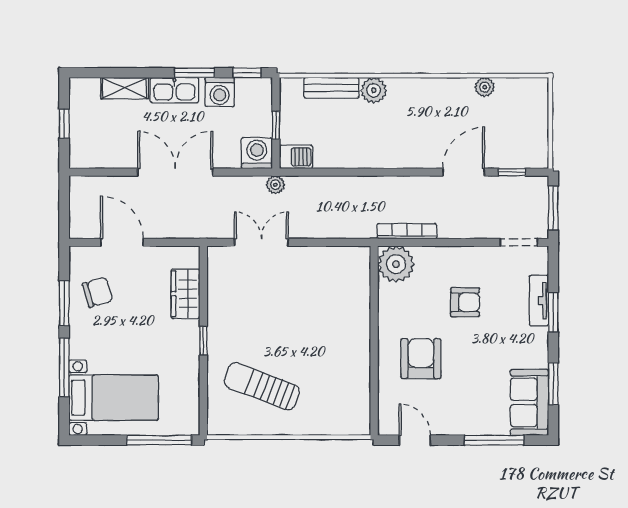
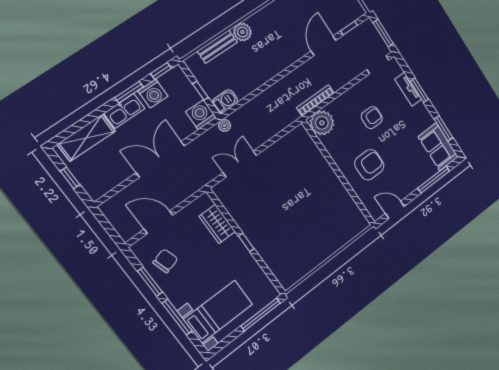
shelving: (125, 88) -> (86, 138), width x1.50, depth x1.33
armchair: (421, 359) -> (369, 165), turned 90
sun lounger: (262, 386) -> (296, 243), removed

